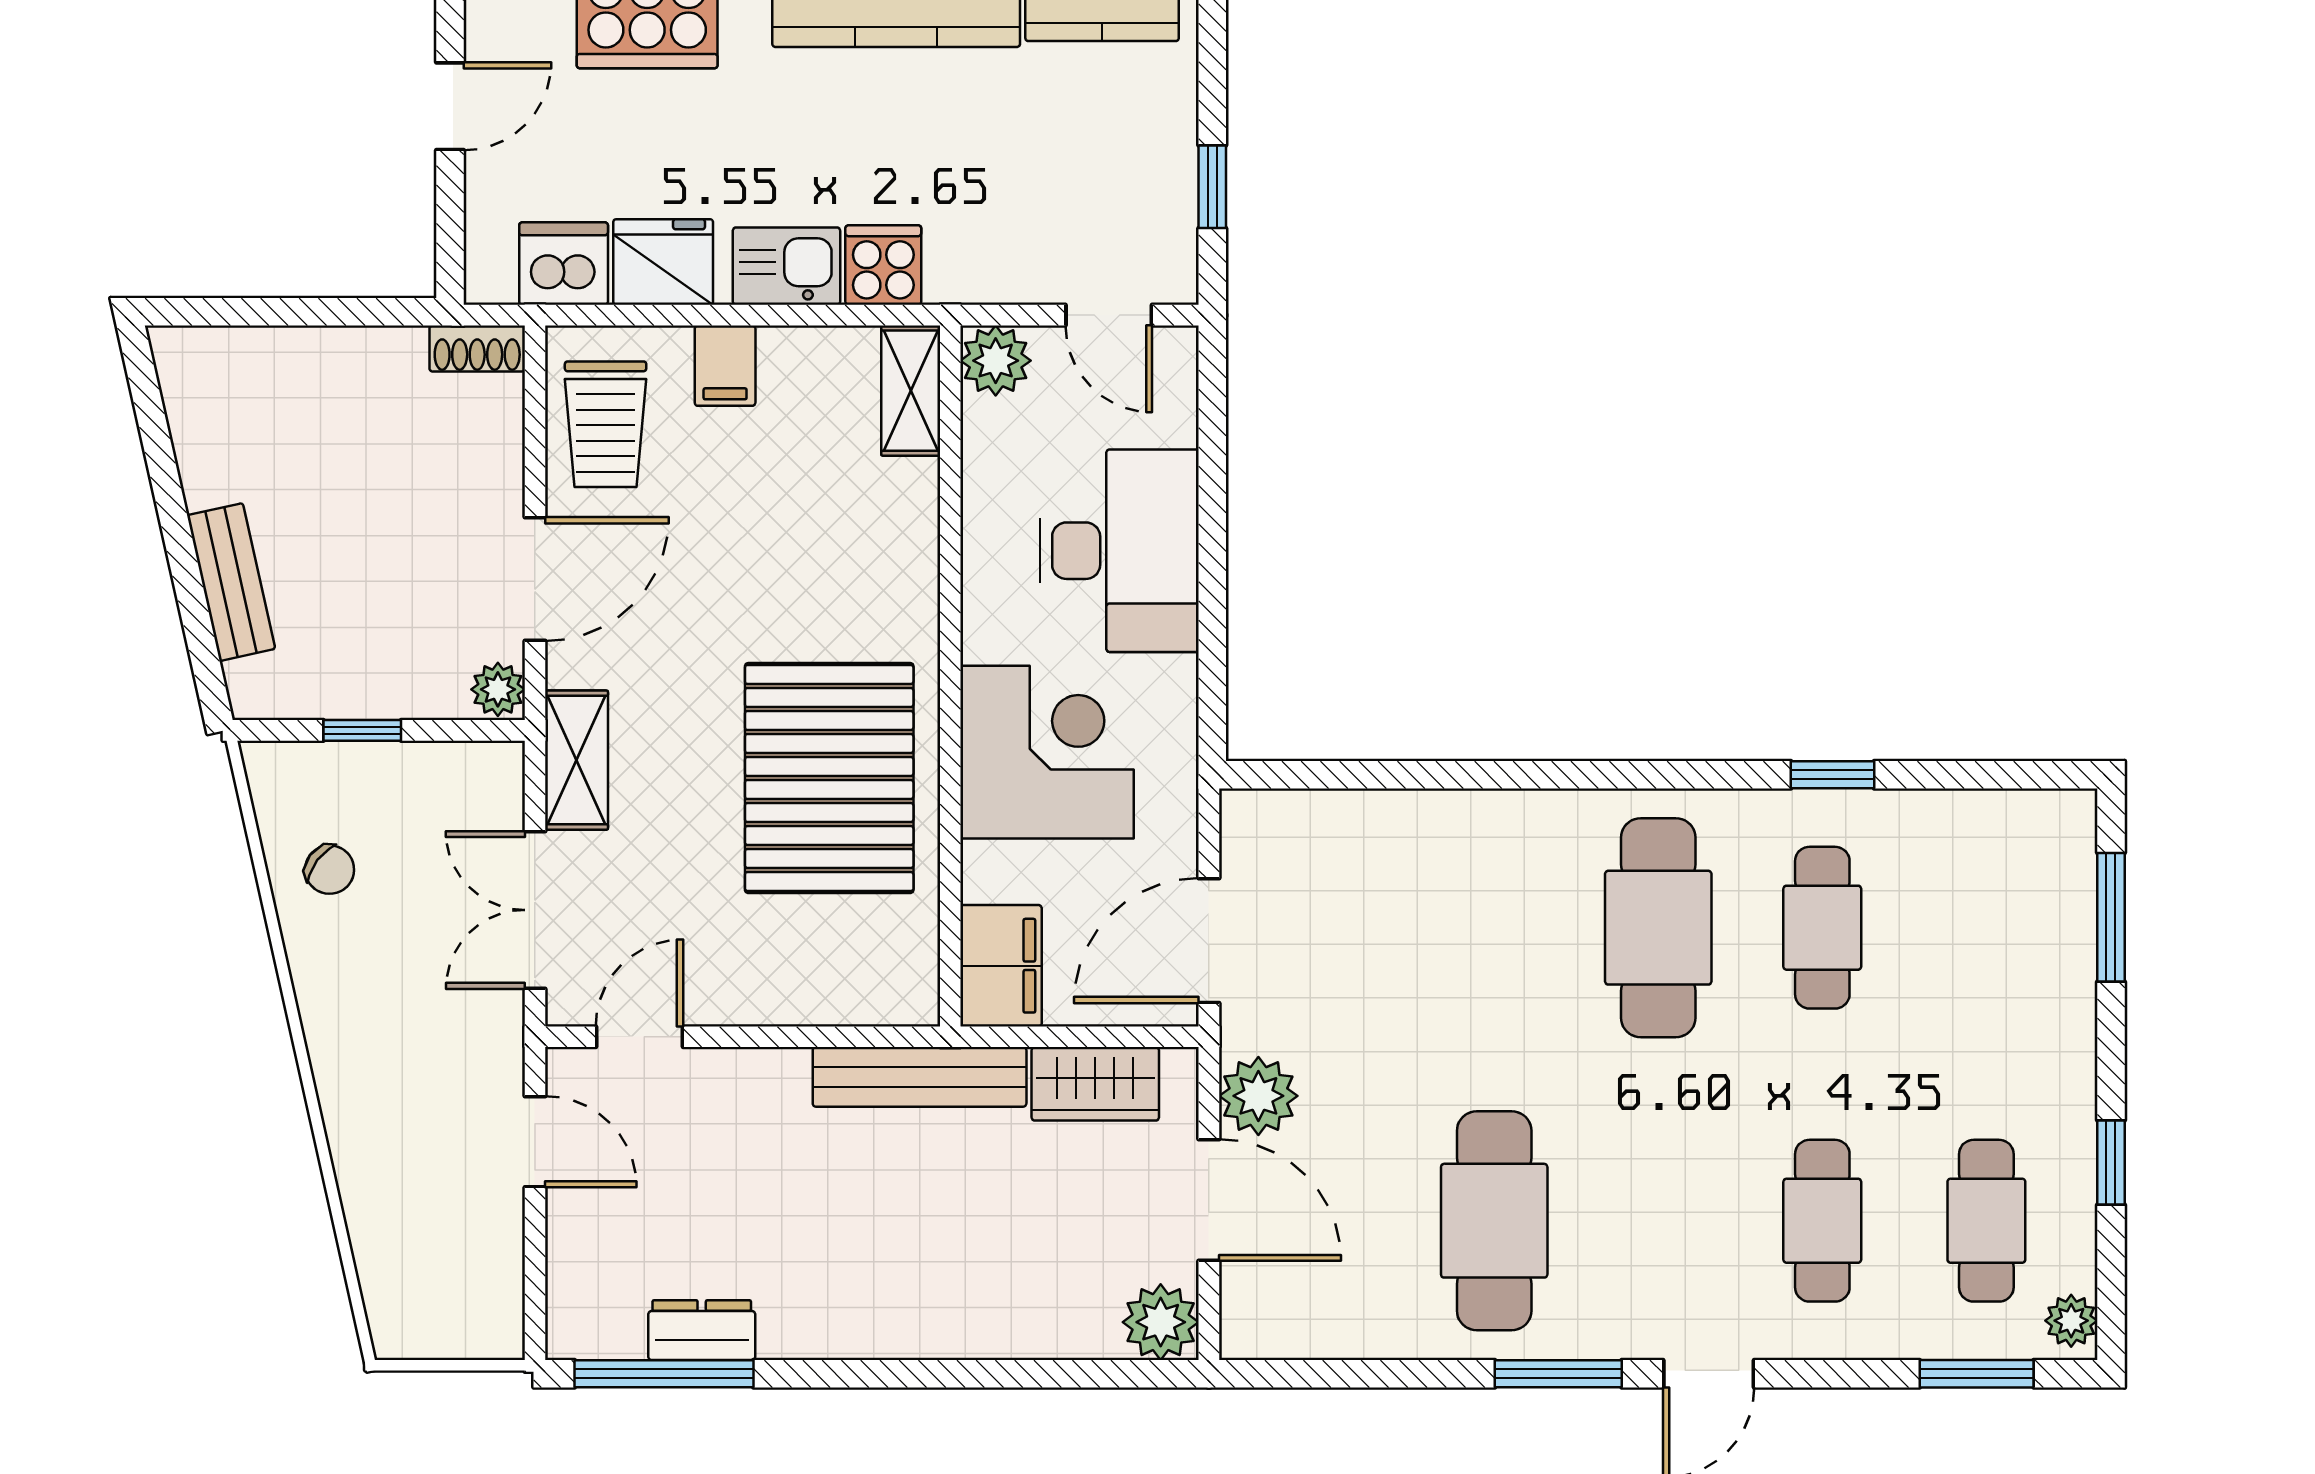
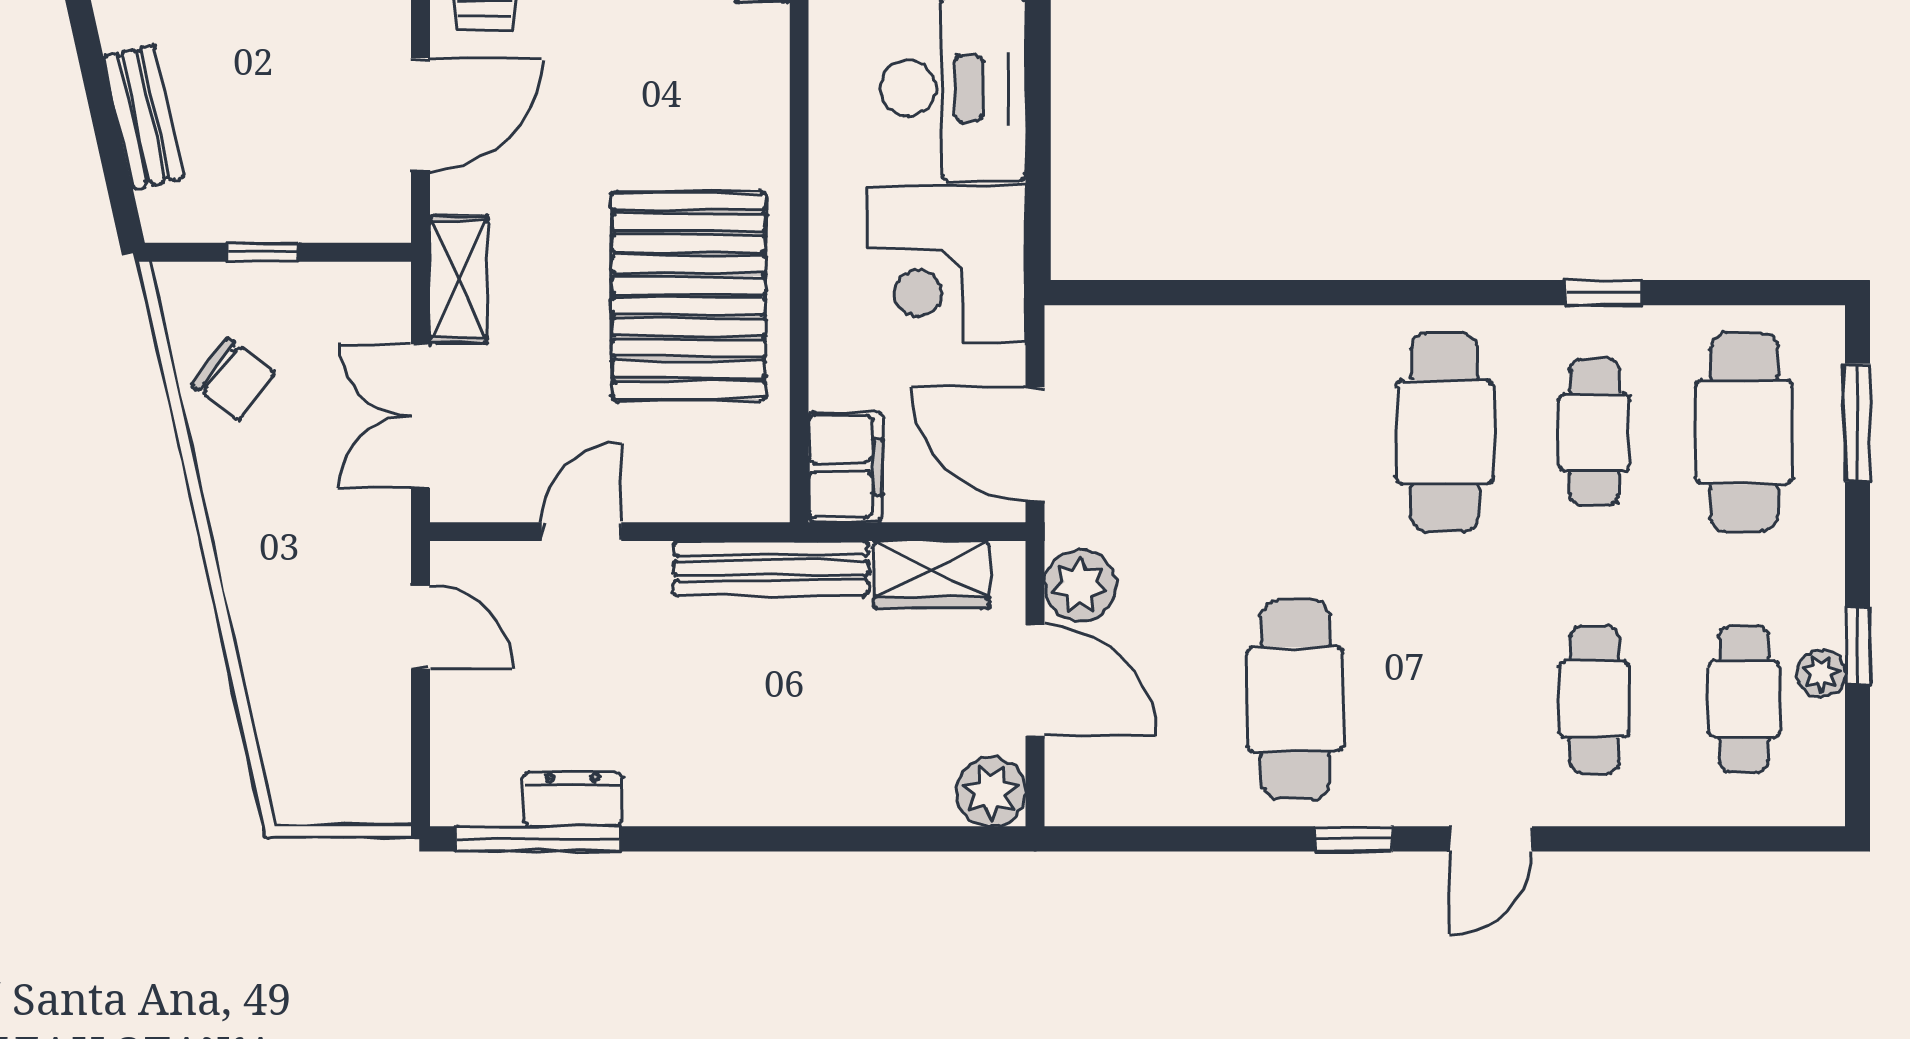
plant: (498, 689) -> (387, 215), removed
corner desk: (1047, 752) -> (947, 265), moved, turned 180
chair: (330, 870) -> (233, 379), width x1.37, depth x1.37
cafe table: (1986, 928) -> (1744, 432), added
door: (1209, 941) -> (1035, 444), hinge flipped
door: (639, 1037) -> (581, 532), moved
plant: (2071, 1321) -> (1821, 674), moved
window: (1558, 1374) -> (1354, 839), width x0.67
window: (1977, 1374) -> (1735, 839), removed

